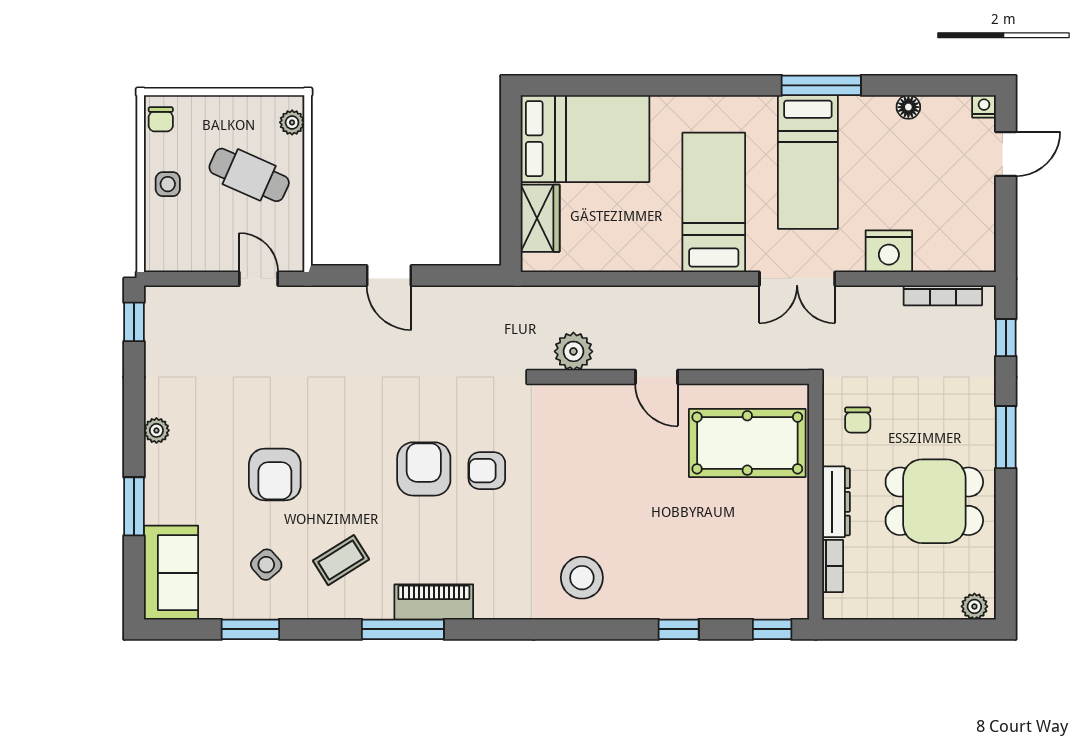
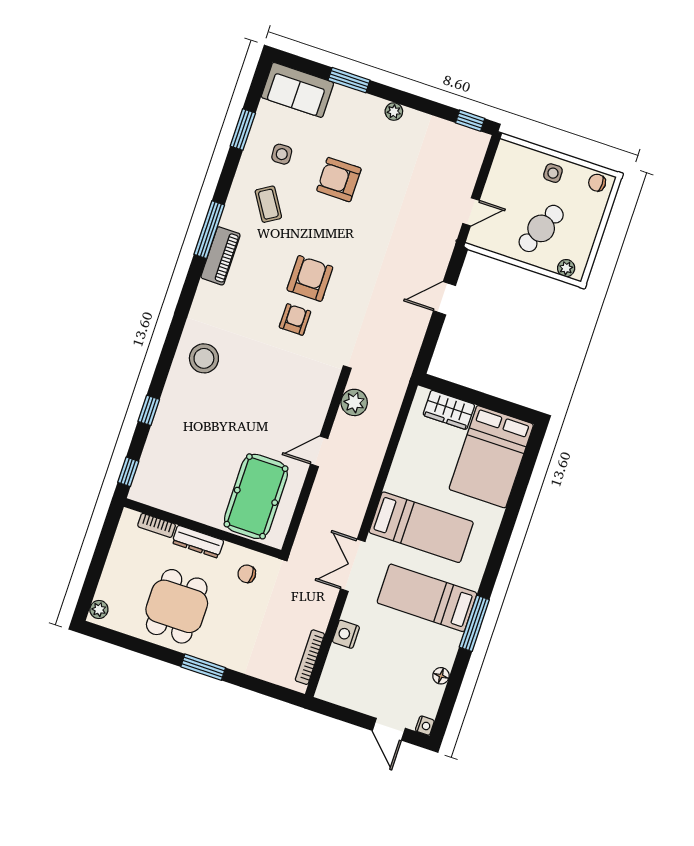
nightstand: (889, 251) -> (346, 634), width x0.74, depth x0.75
window: (1006, 338) -> (268, 689), removed
armchair: (424, 469) -> (310, 278), turned -90
side table: (266, 565) -> (282, 154), turned 38

